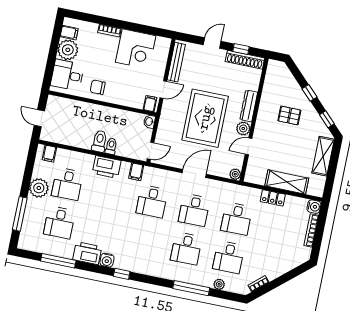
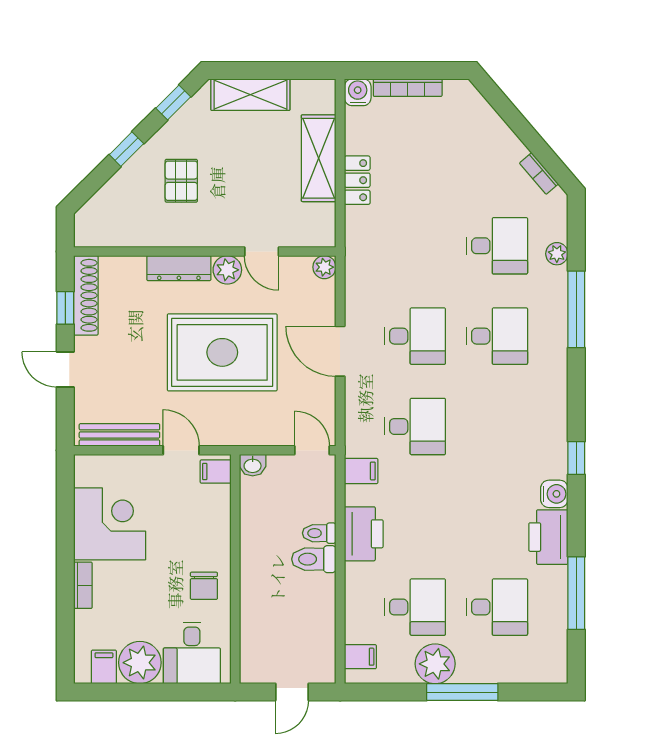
window: (20, 214) -> (462, 692), moved
desk: (236, 219) -> (415, 246), removed

